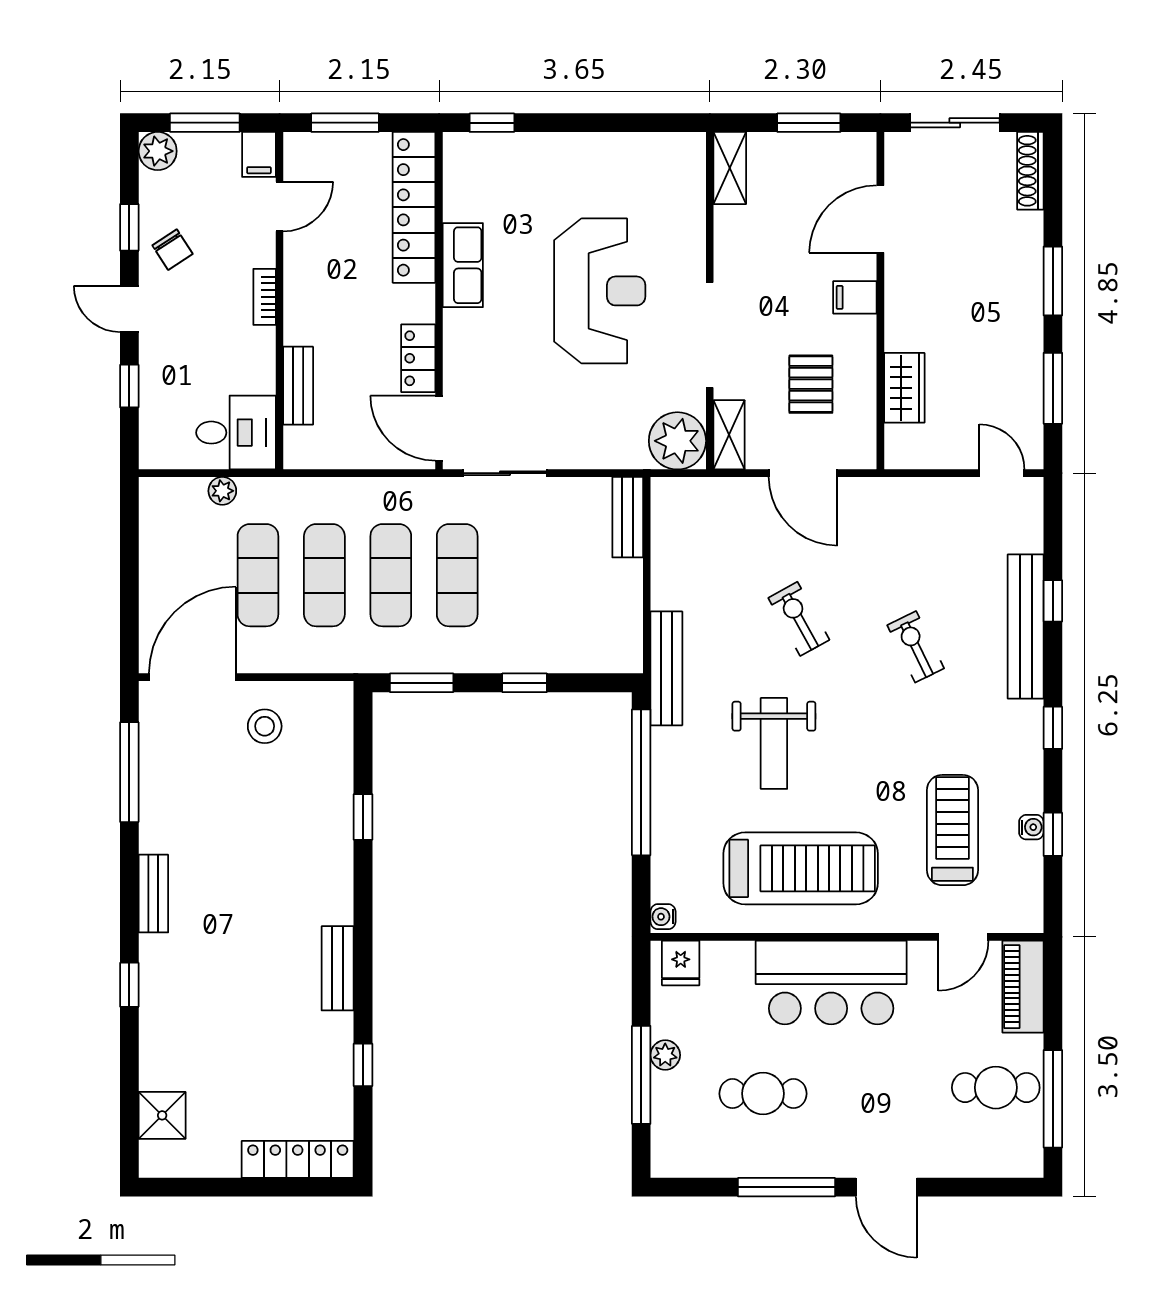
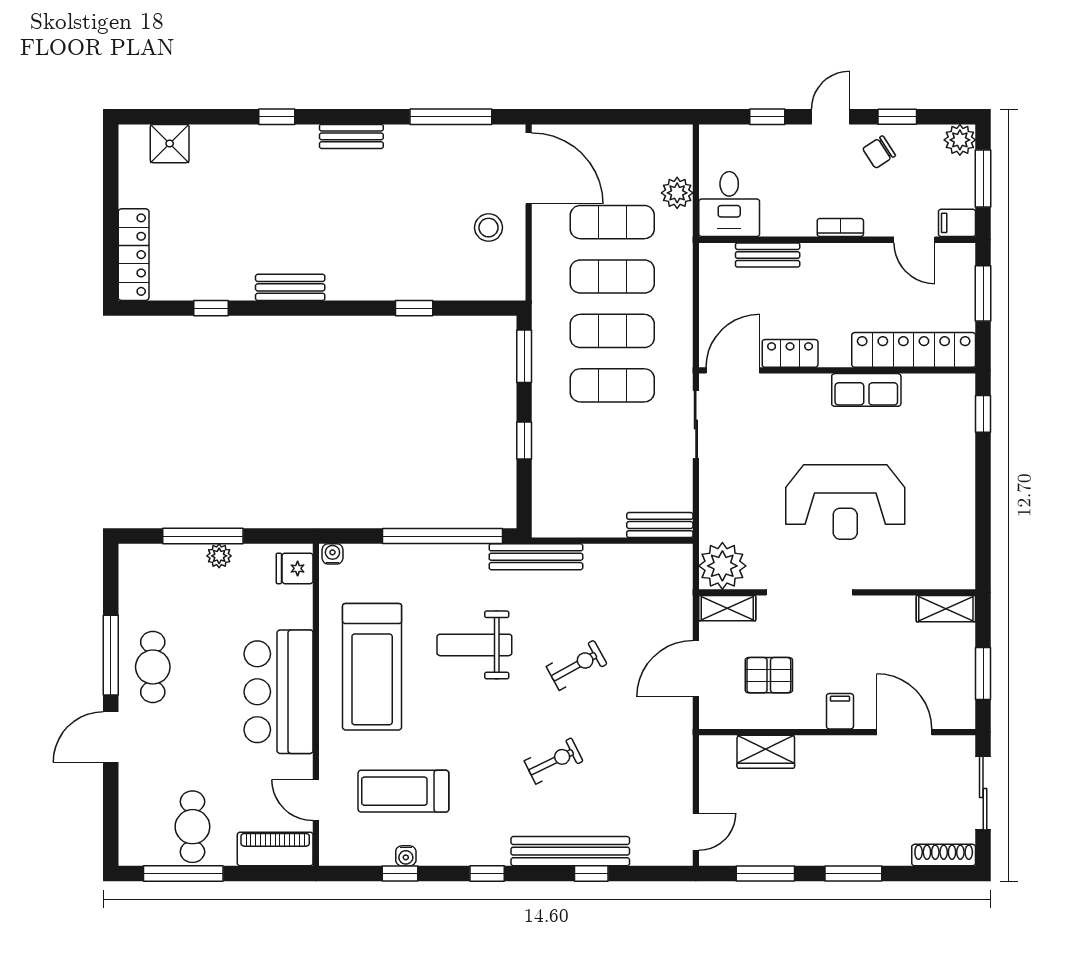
plant: (222, 491) -> (677, 193), width x1.38, depth x1.38
treadmill: (952, 830) -> (403, 791), turned 180
cafe table: (763, 1094) -> (153, 667), moved

